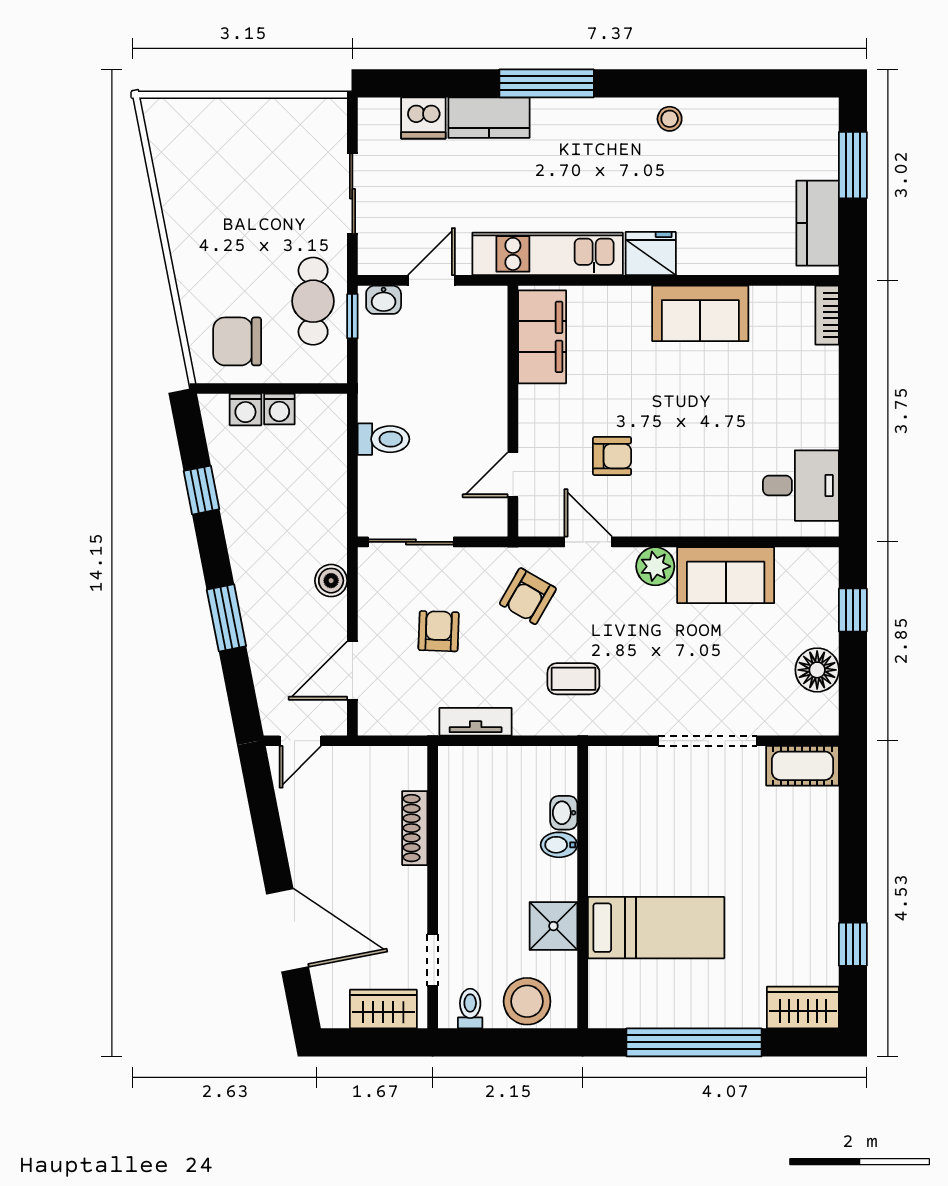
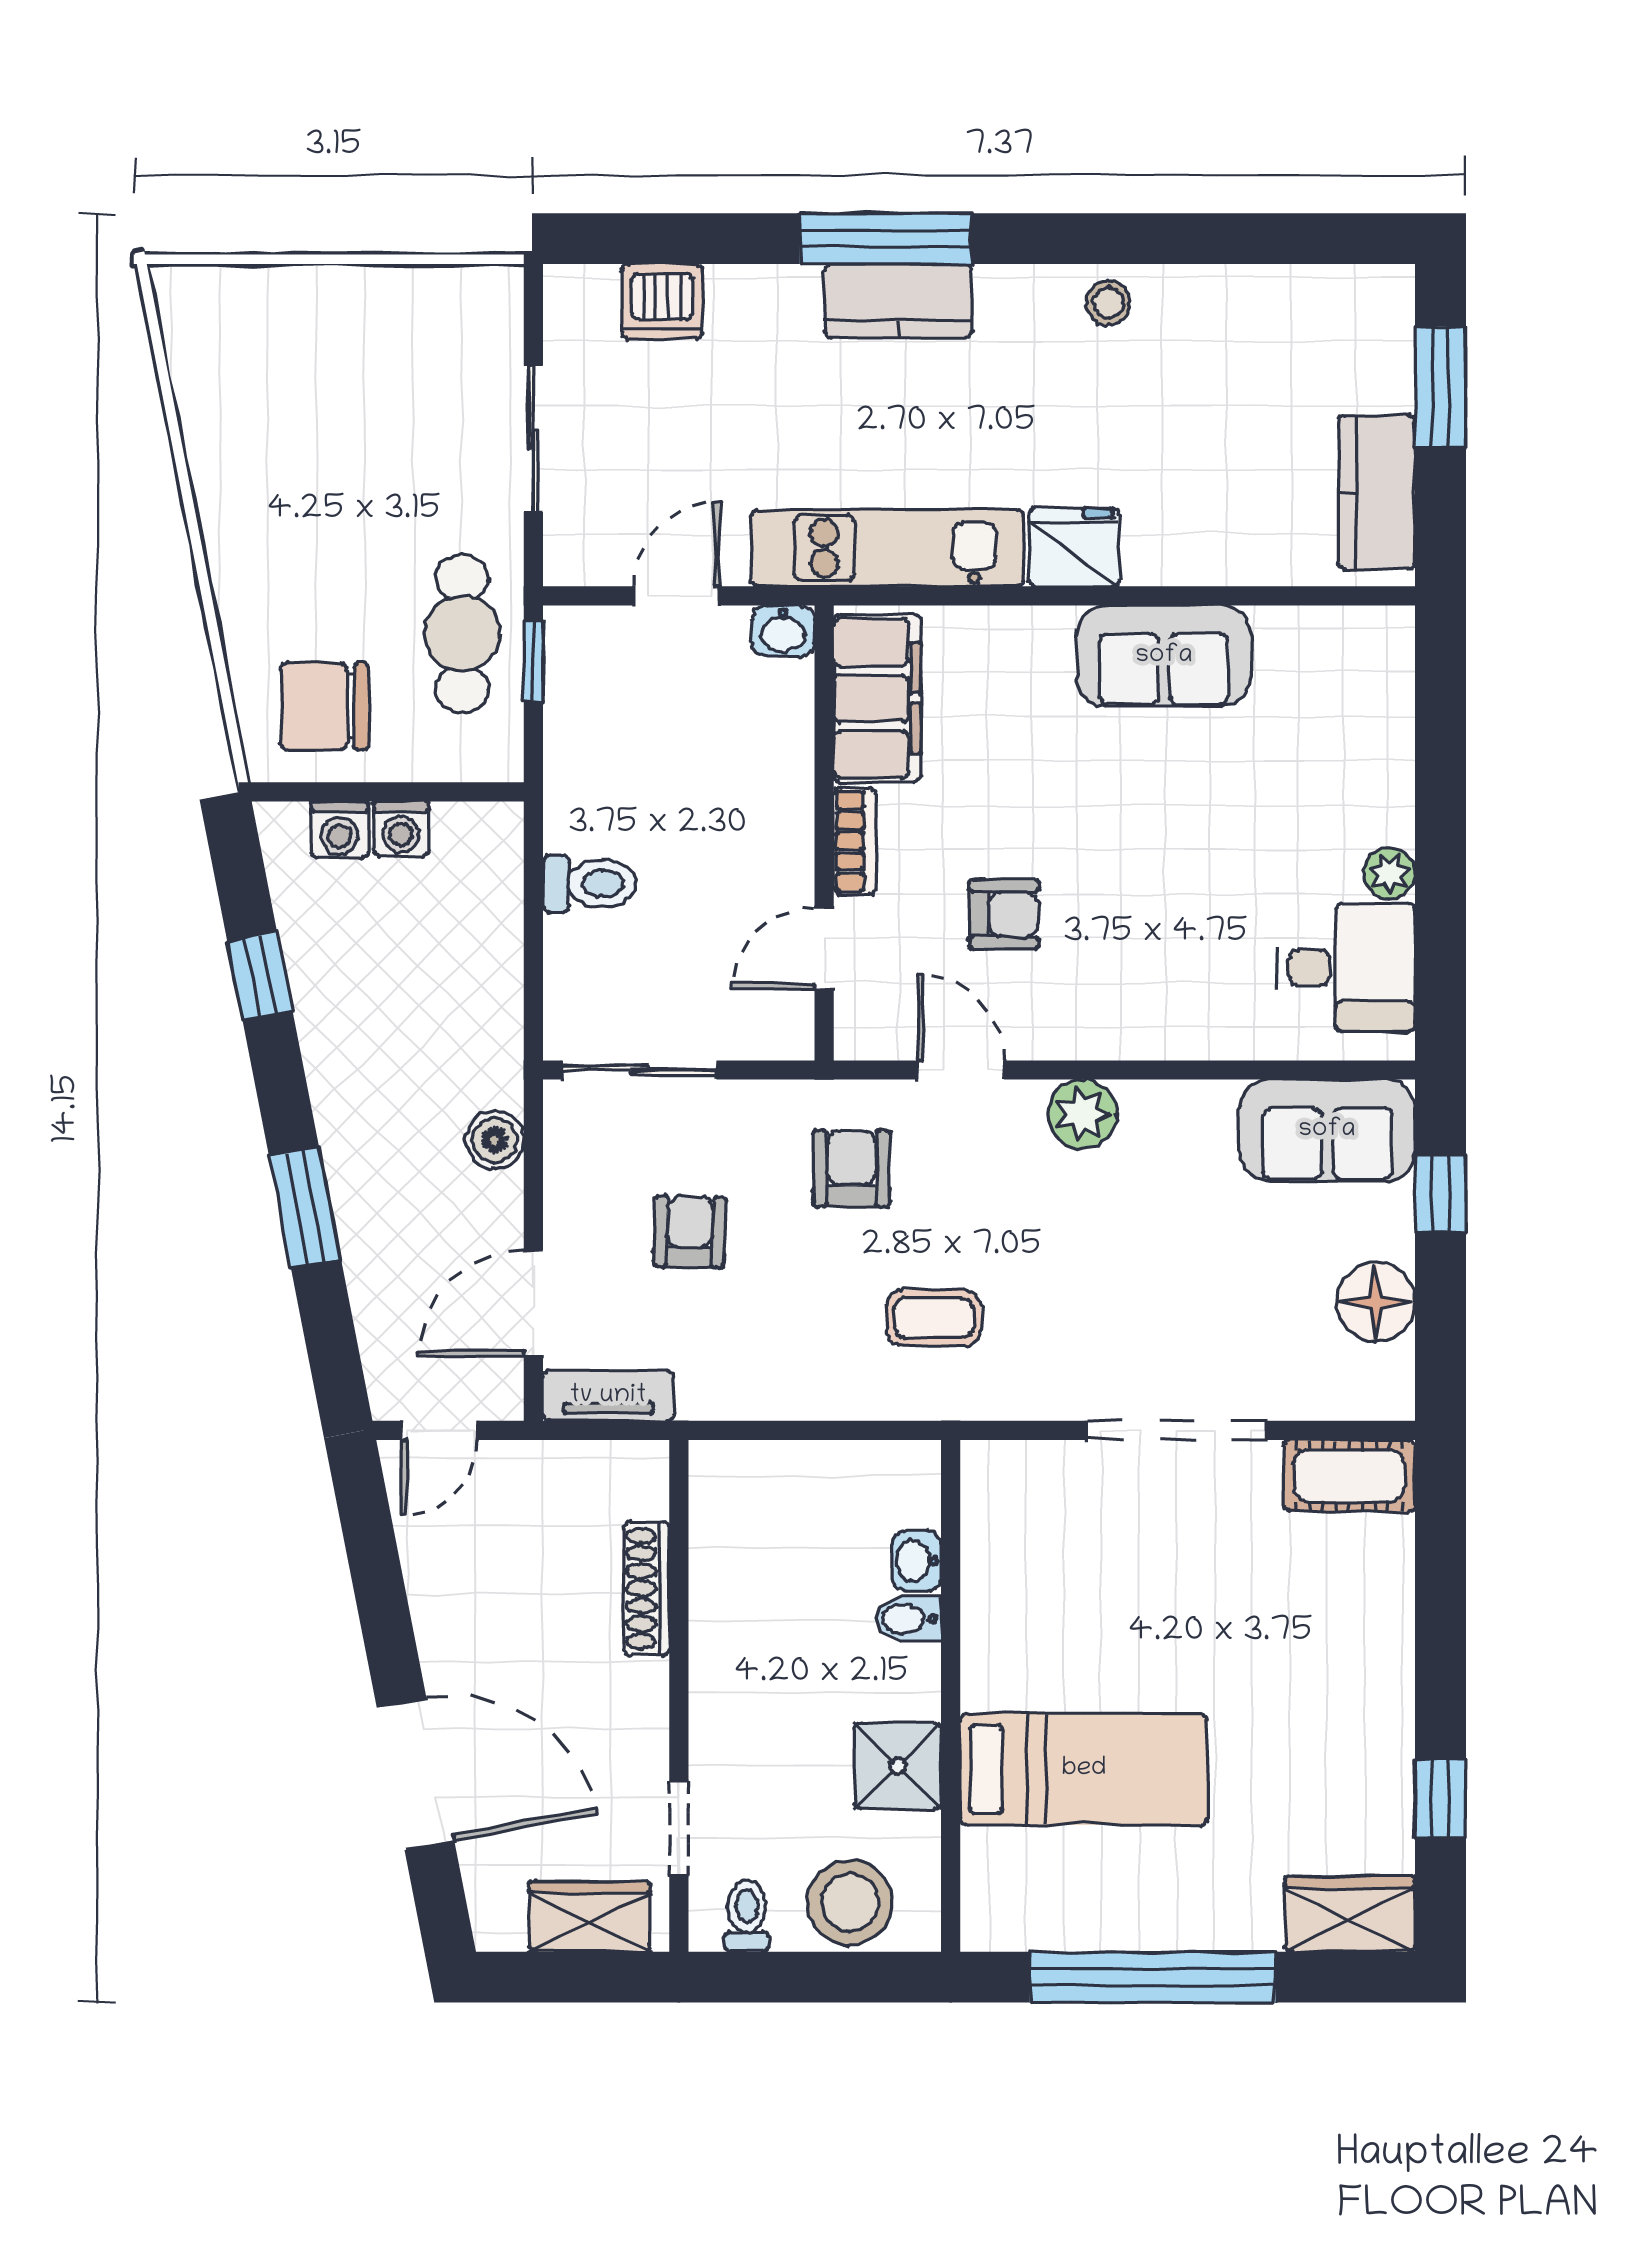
kitchen counter: (489, 118) -> (898, 301), moved
washbasin: (384, 300) -> (783, 631), moved
bookcase: (827, 315) -> (855, 841), moved, turned 180
plant: (825, 433) -> (1390, 873), added
sofa: (726, 575) -> (1327, 1130), moved
armchair: (528, 596) -> (851, 1168), turned 150
tv unit: (476, 722) -> (608, 1396), moved

